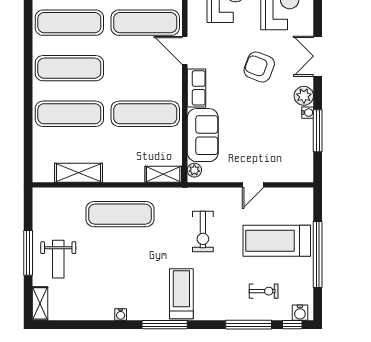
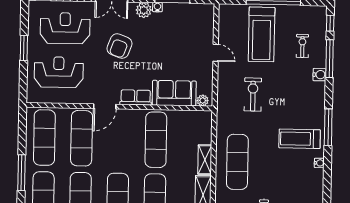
shelving: (163, 174) -> (205, 160), moved
exercise bike: (203, 232) -> (253, 94), turned -90
treadmill: (181, 294) -> (300, 139), moved
water cooler: (300, 313) -> (319, 75), moved

